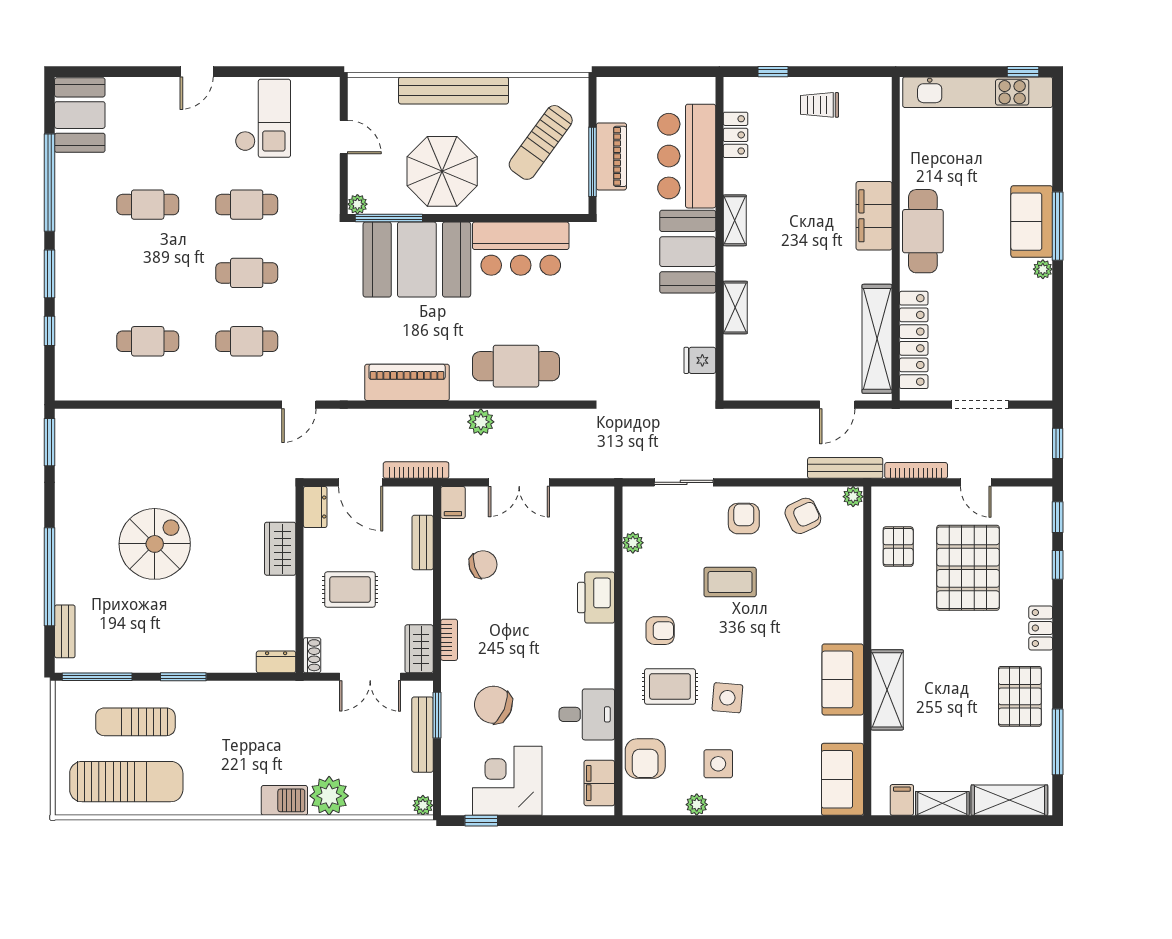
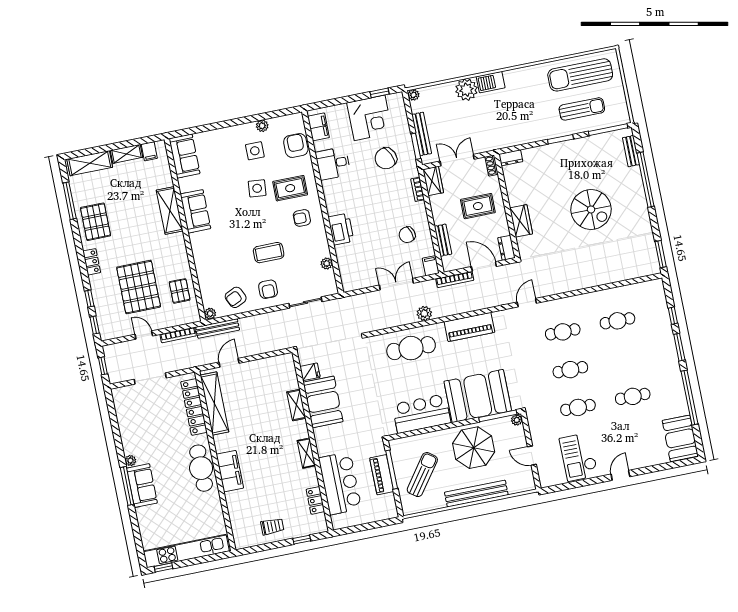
booth: (688, 252) -> (323, 402), moved
spiral stairs: (155, 544) -> (591, 209), turned -90
chair: (493, 705) -> (386, 158), turned 132

